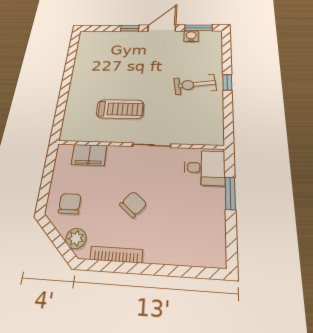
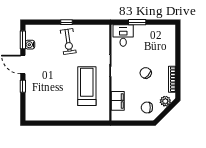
treadmill: (120, 109) -> (87, 86), width x1.37, depth x1.38

